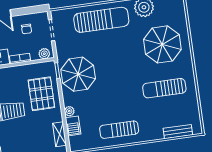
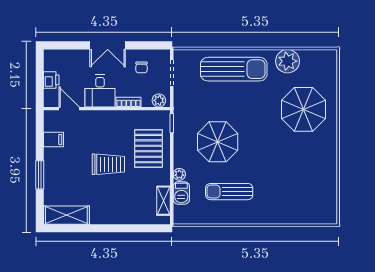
parasol: (78, 74) -> (218, 142), moved
sun lounger: (164, 88) -> (298, 163), removed
sun lounger: (119, 130) -> (229, 192), moved
bench: (178, 132) -> (307, 218), removed

